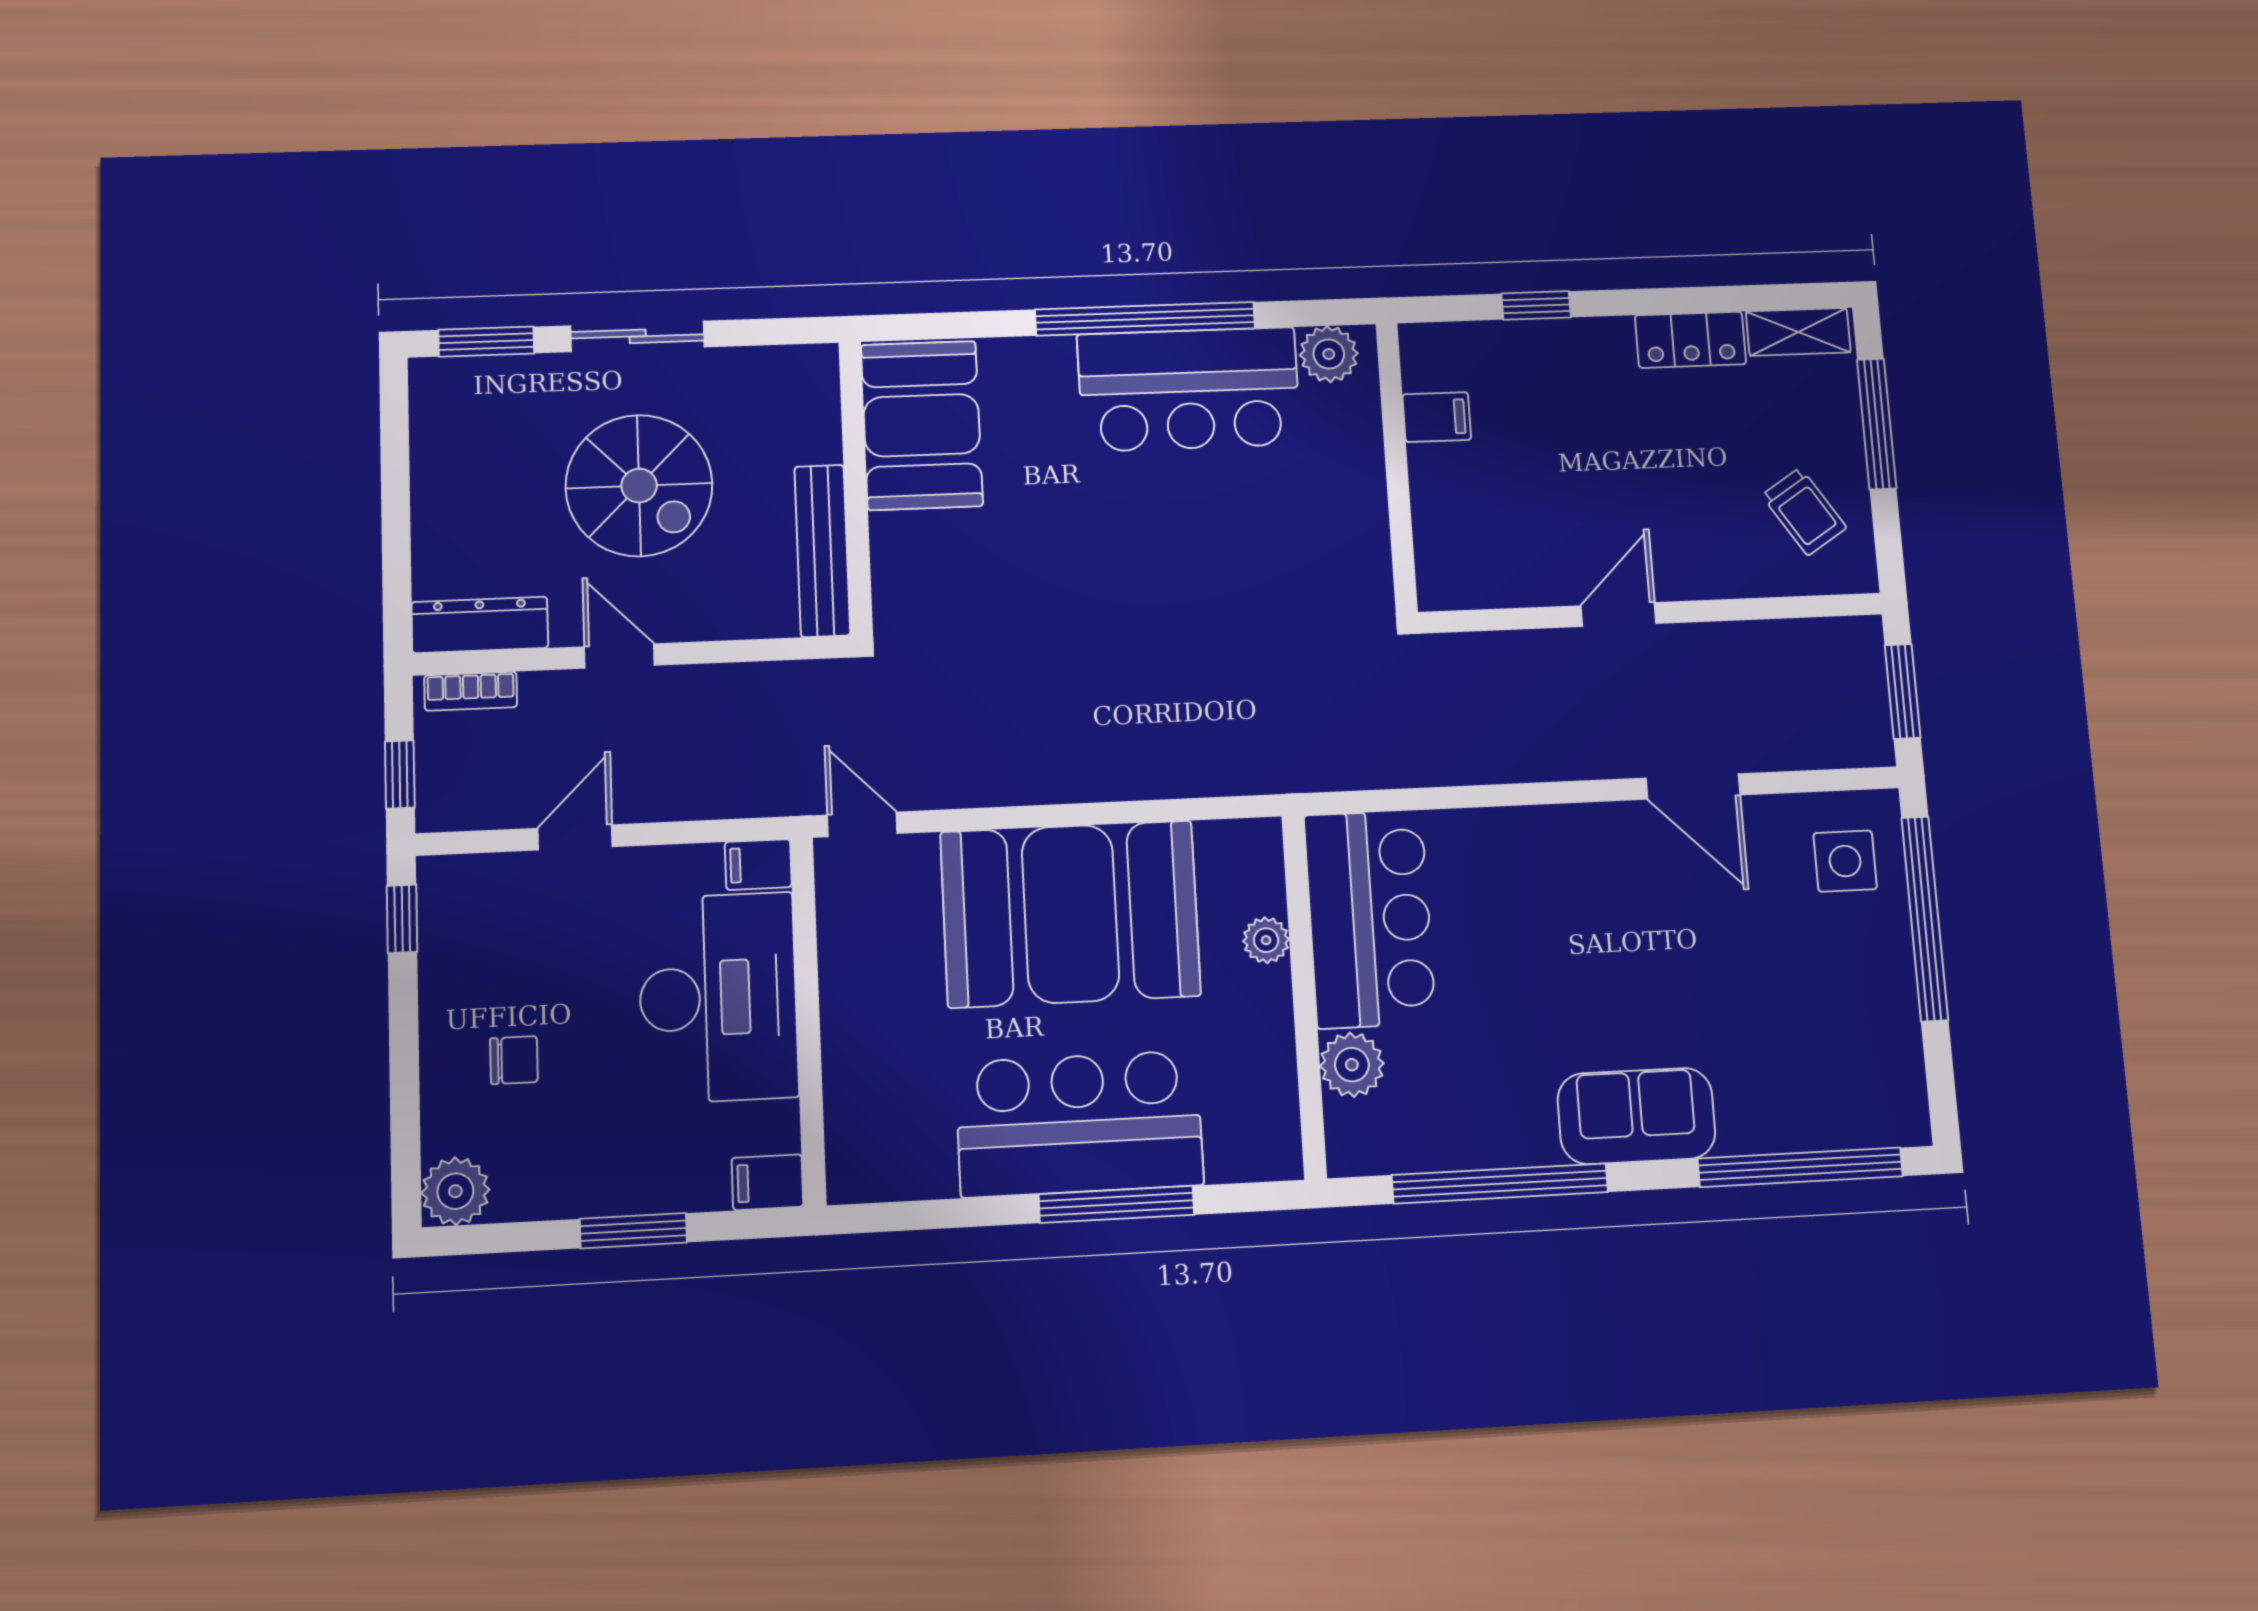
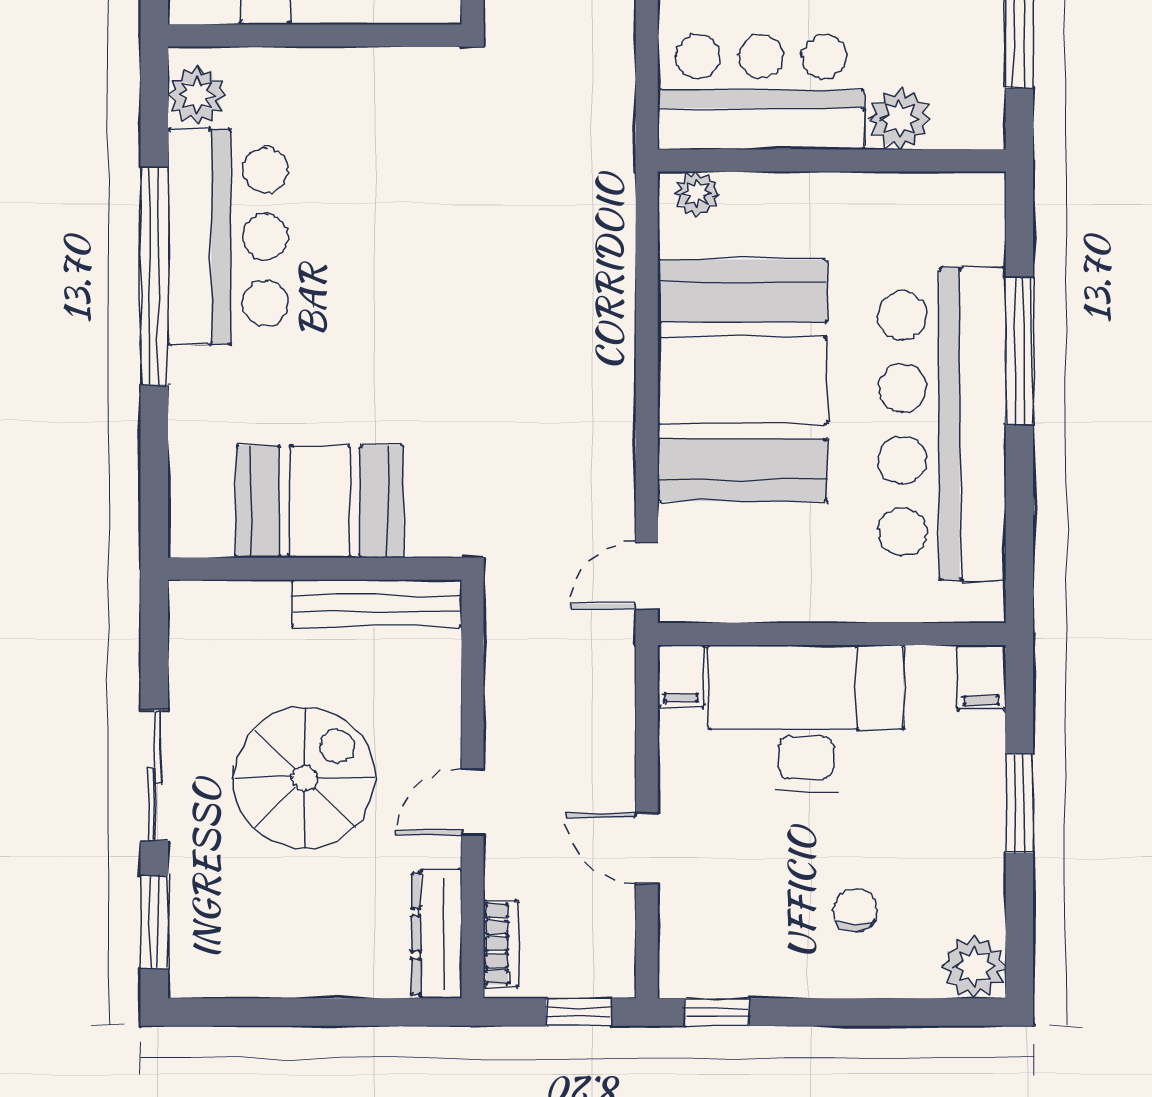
booth: (922, 425) -> (320, 502), moved
plant: (1266, 940) -> (697, 194), moved
bar counter: (1079, 1124) -> (942, 424), width x1.36

